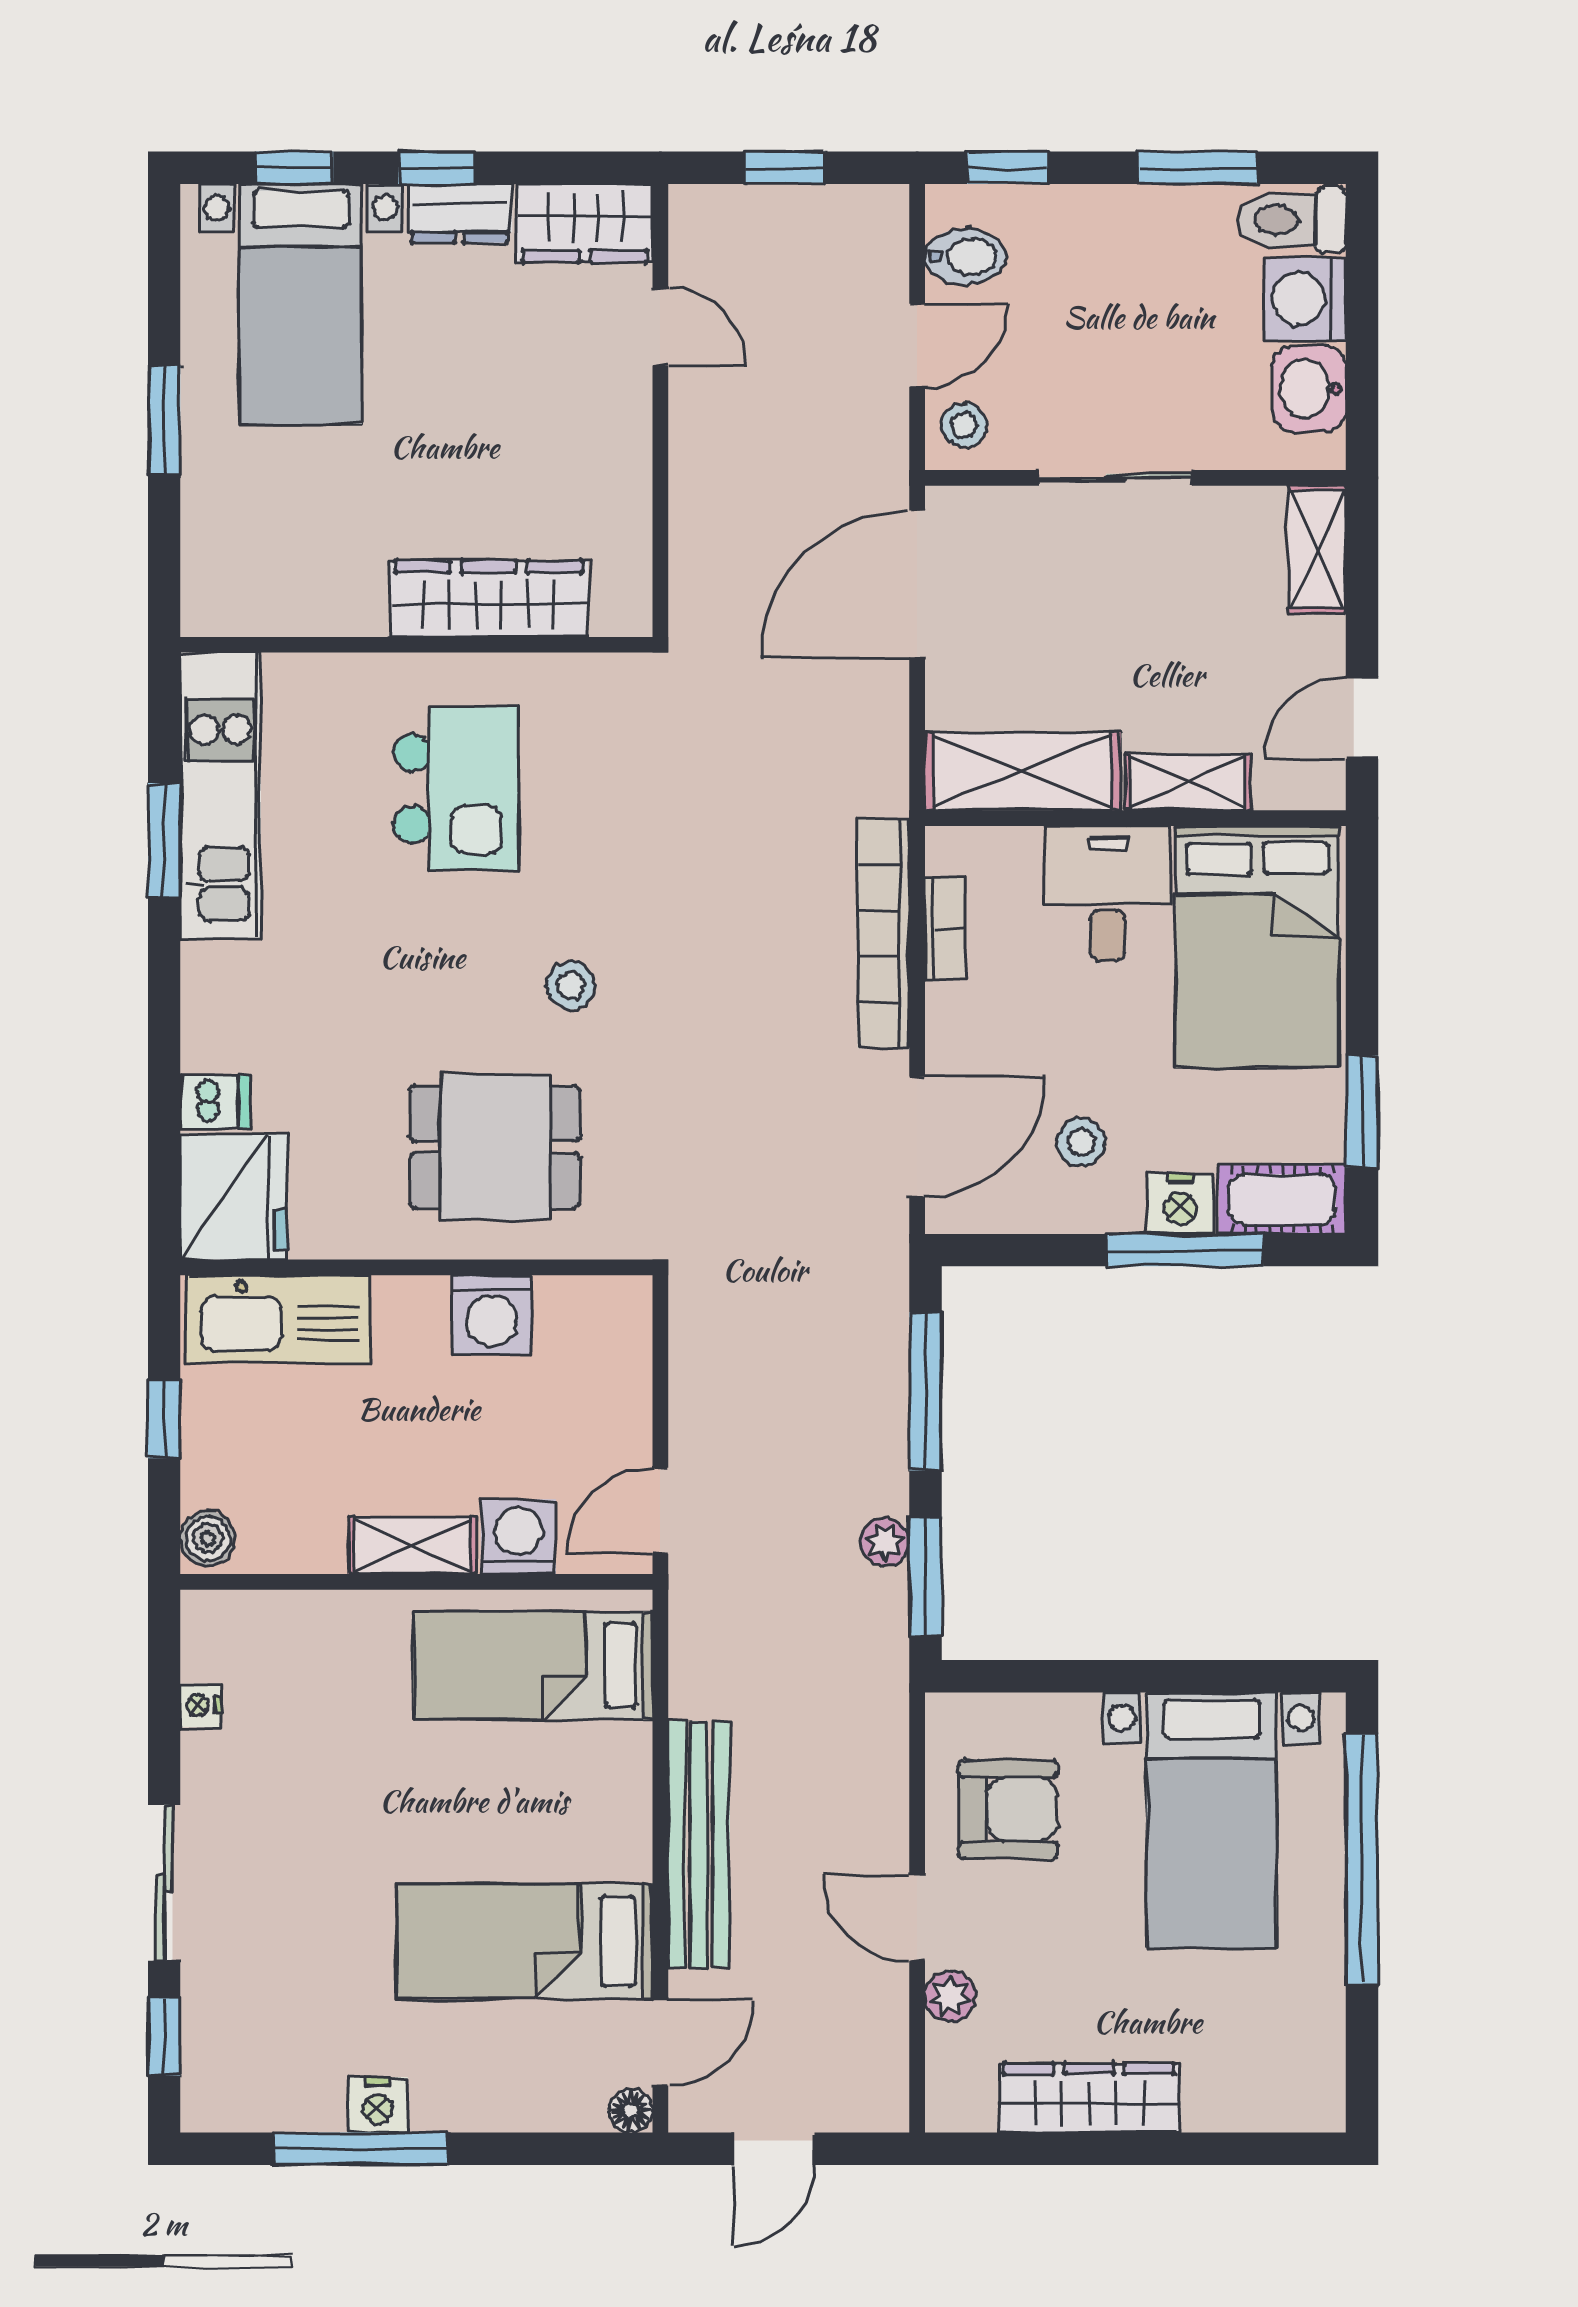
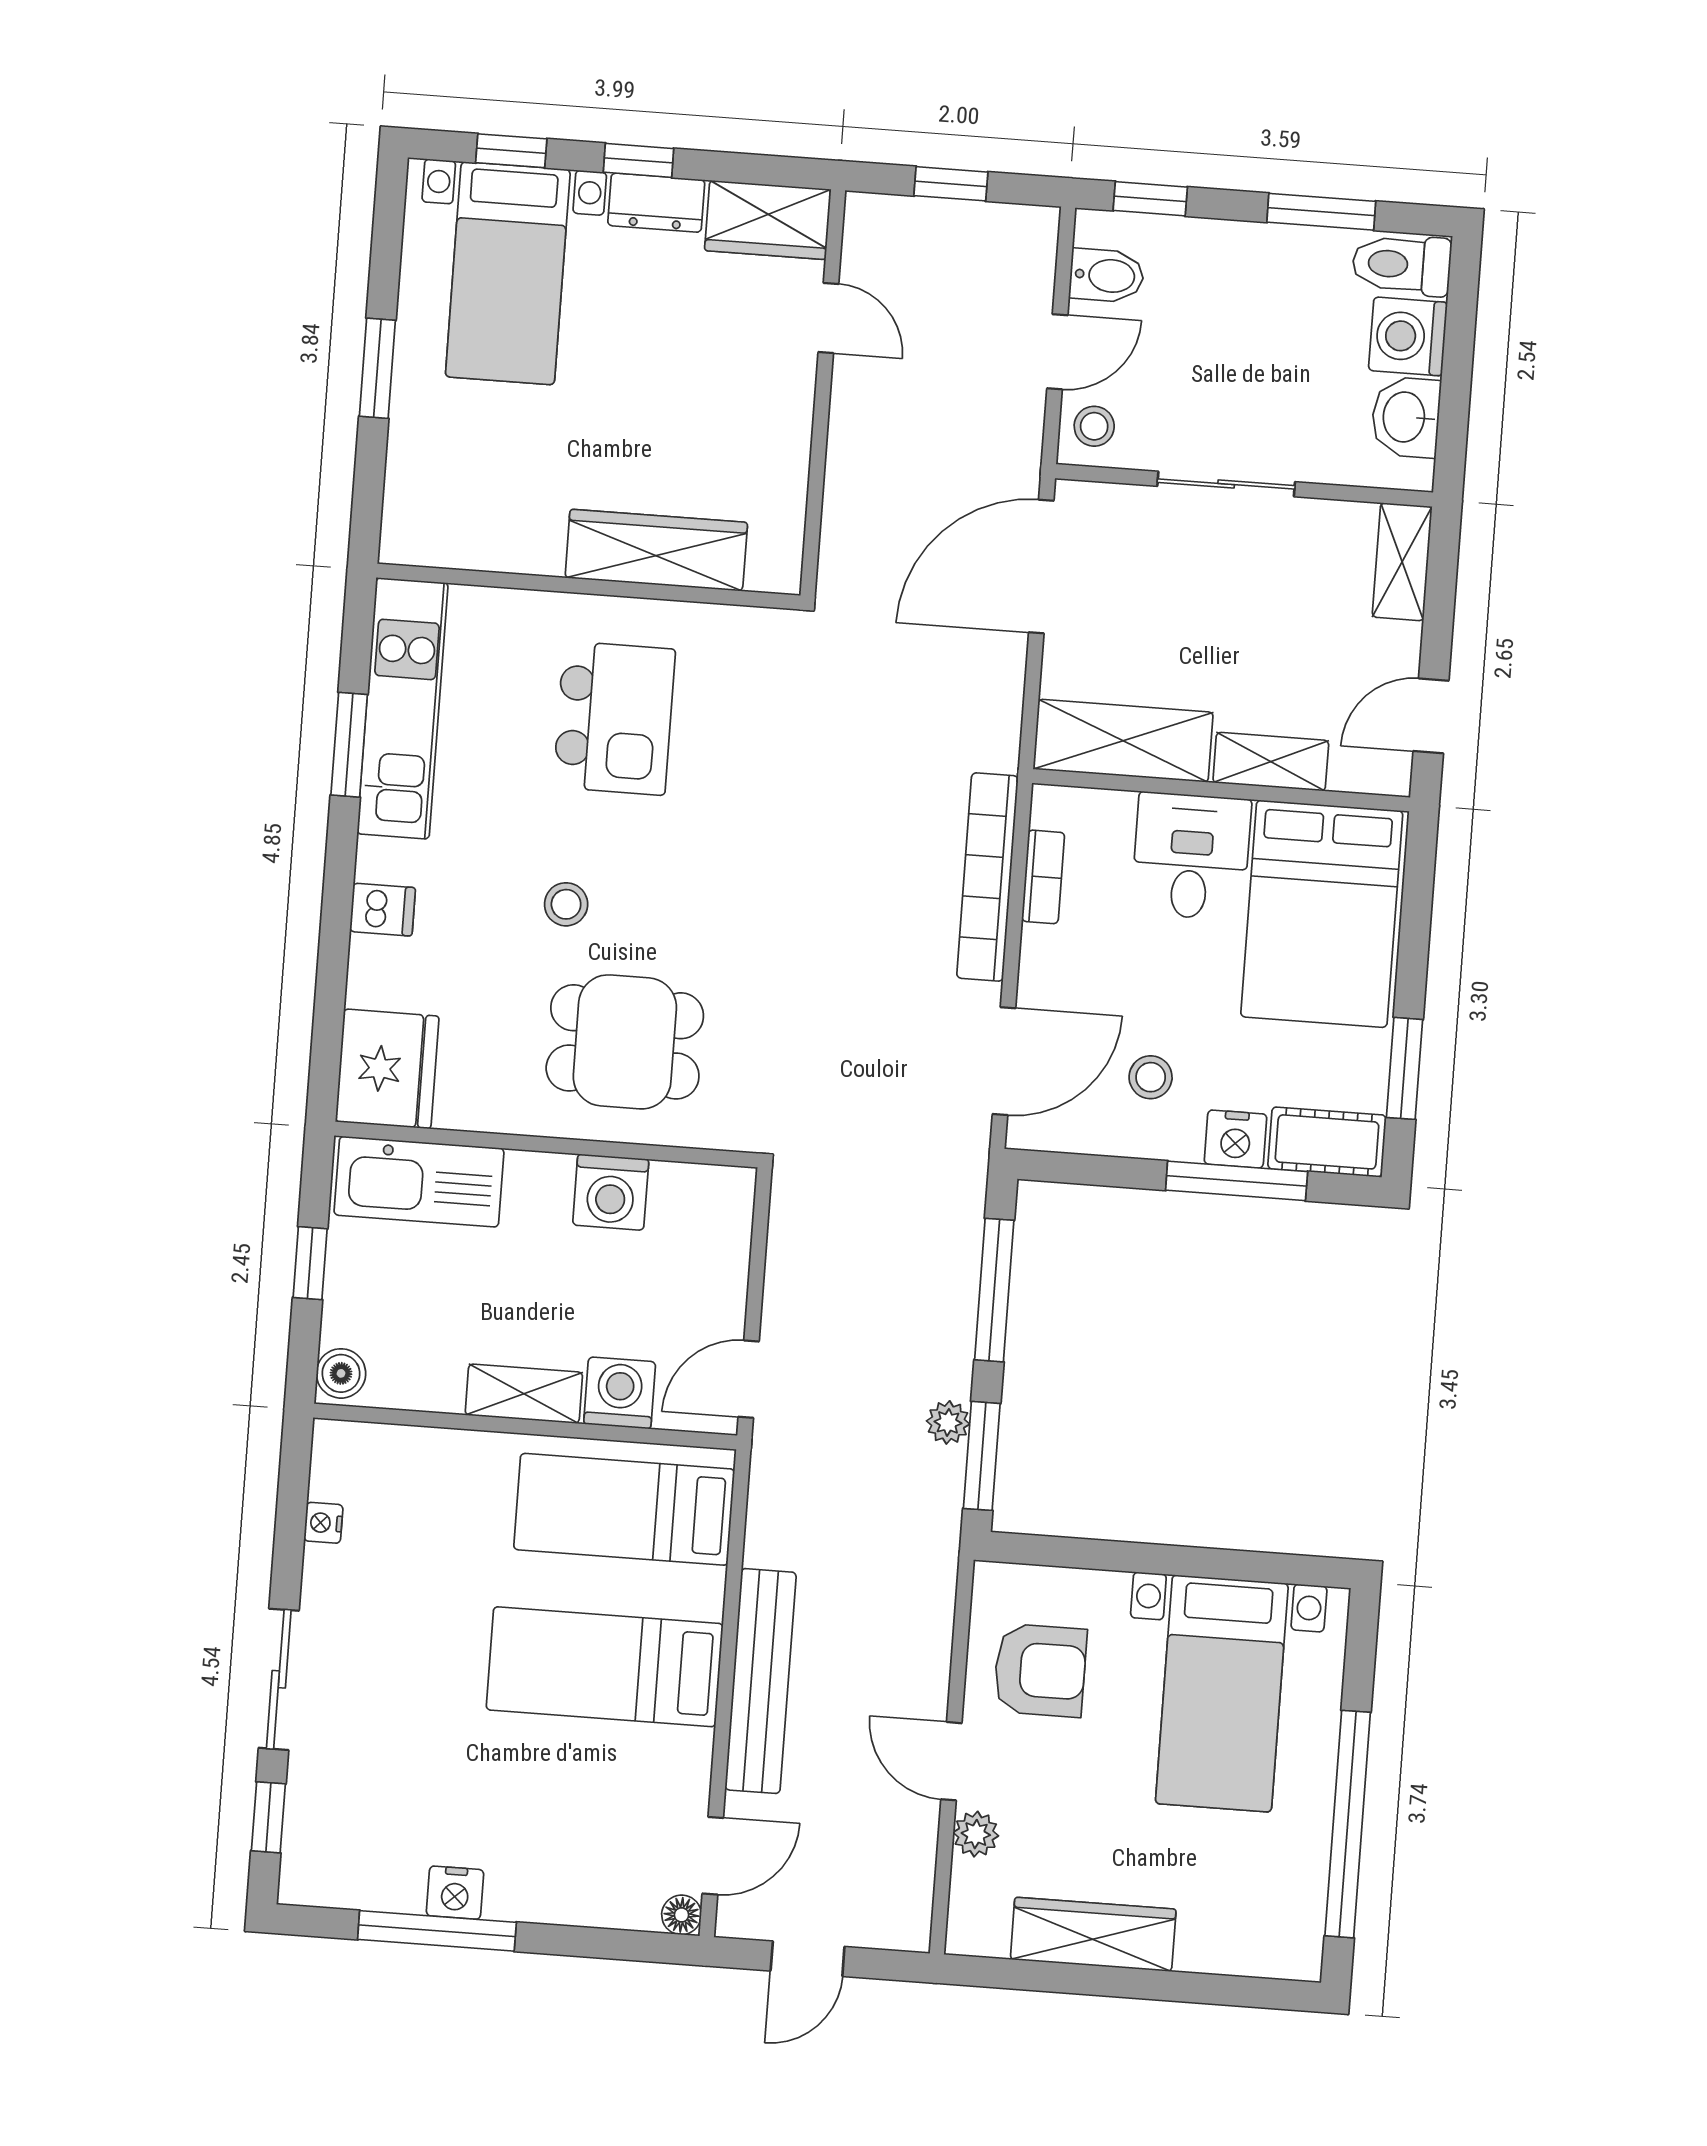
stool: (571, 986) -> (566, 904), moved
dishwasher: (215, 1102) -> (383, 910), moved
window: (1362, 1860) -> (1348, 1824), moved
bed: (525, 1941) -> (605, 1667), moved

